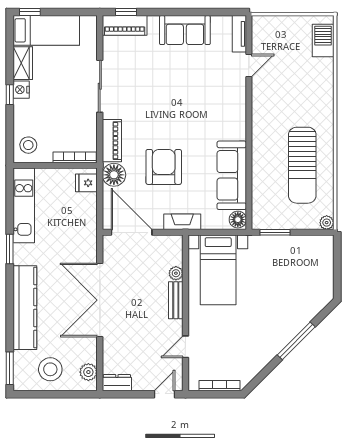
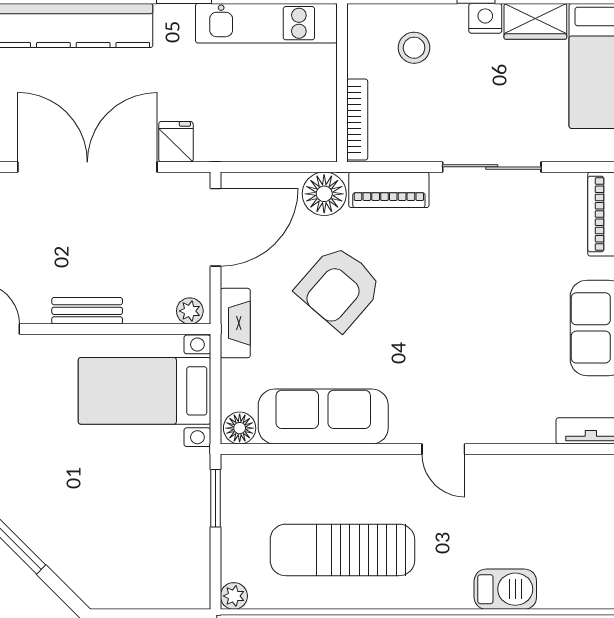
barbecue: (323, 41) -> (505, 589), moved
door: (249, 66) -> (443, 449), moved
stool: (28, 145) -> (414, 48), moved
armchair: (164, 167) -> (339, 288), turned 131
fridge: (86, 183) -> (176, 142), moved
plant: (176, 273) -> (190, 311), moved

